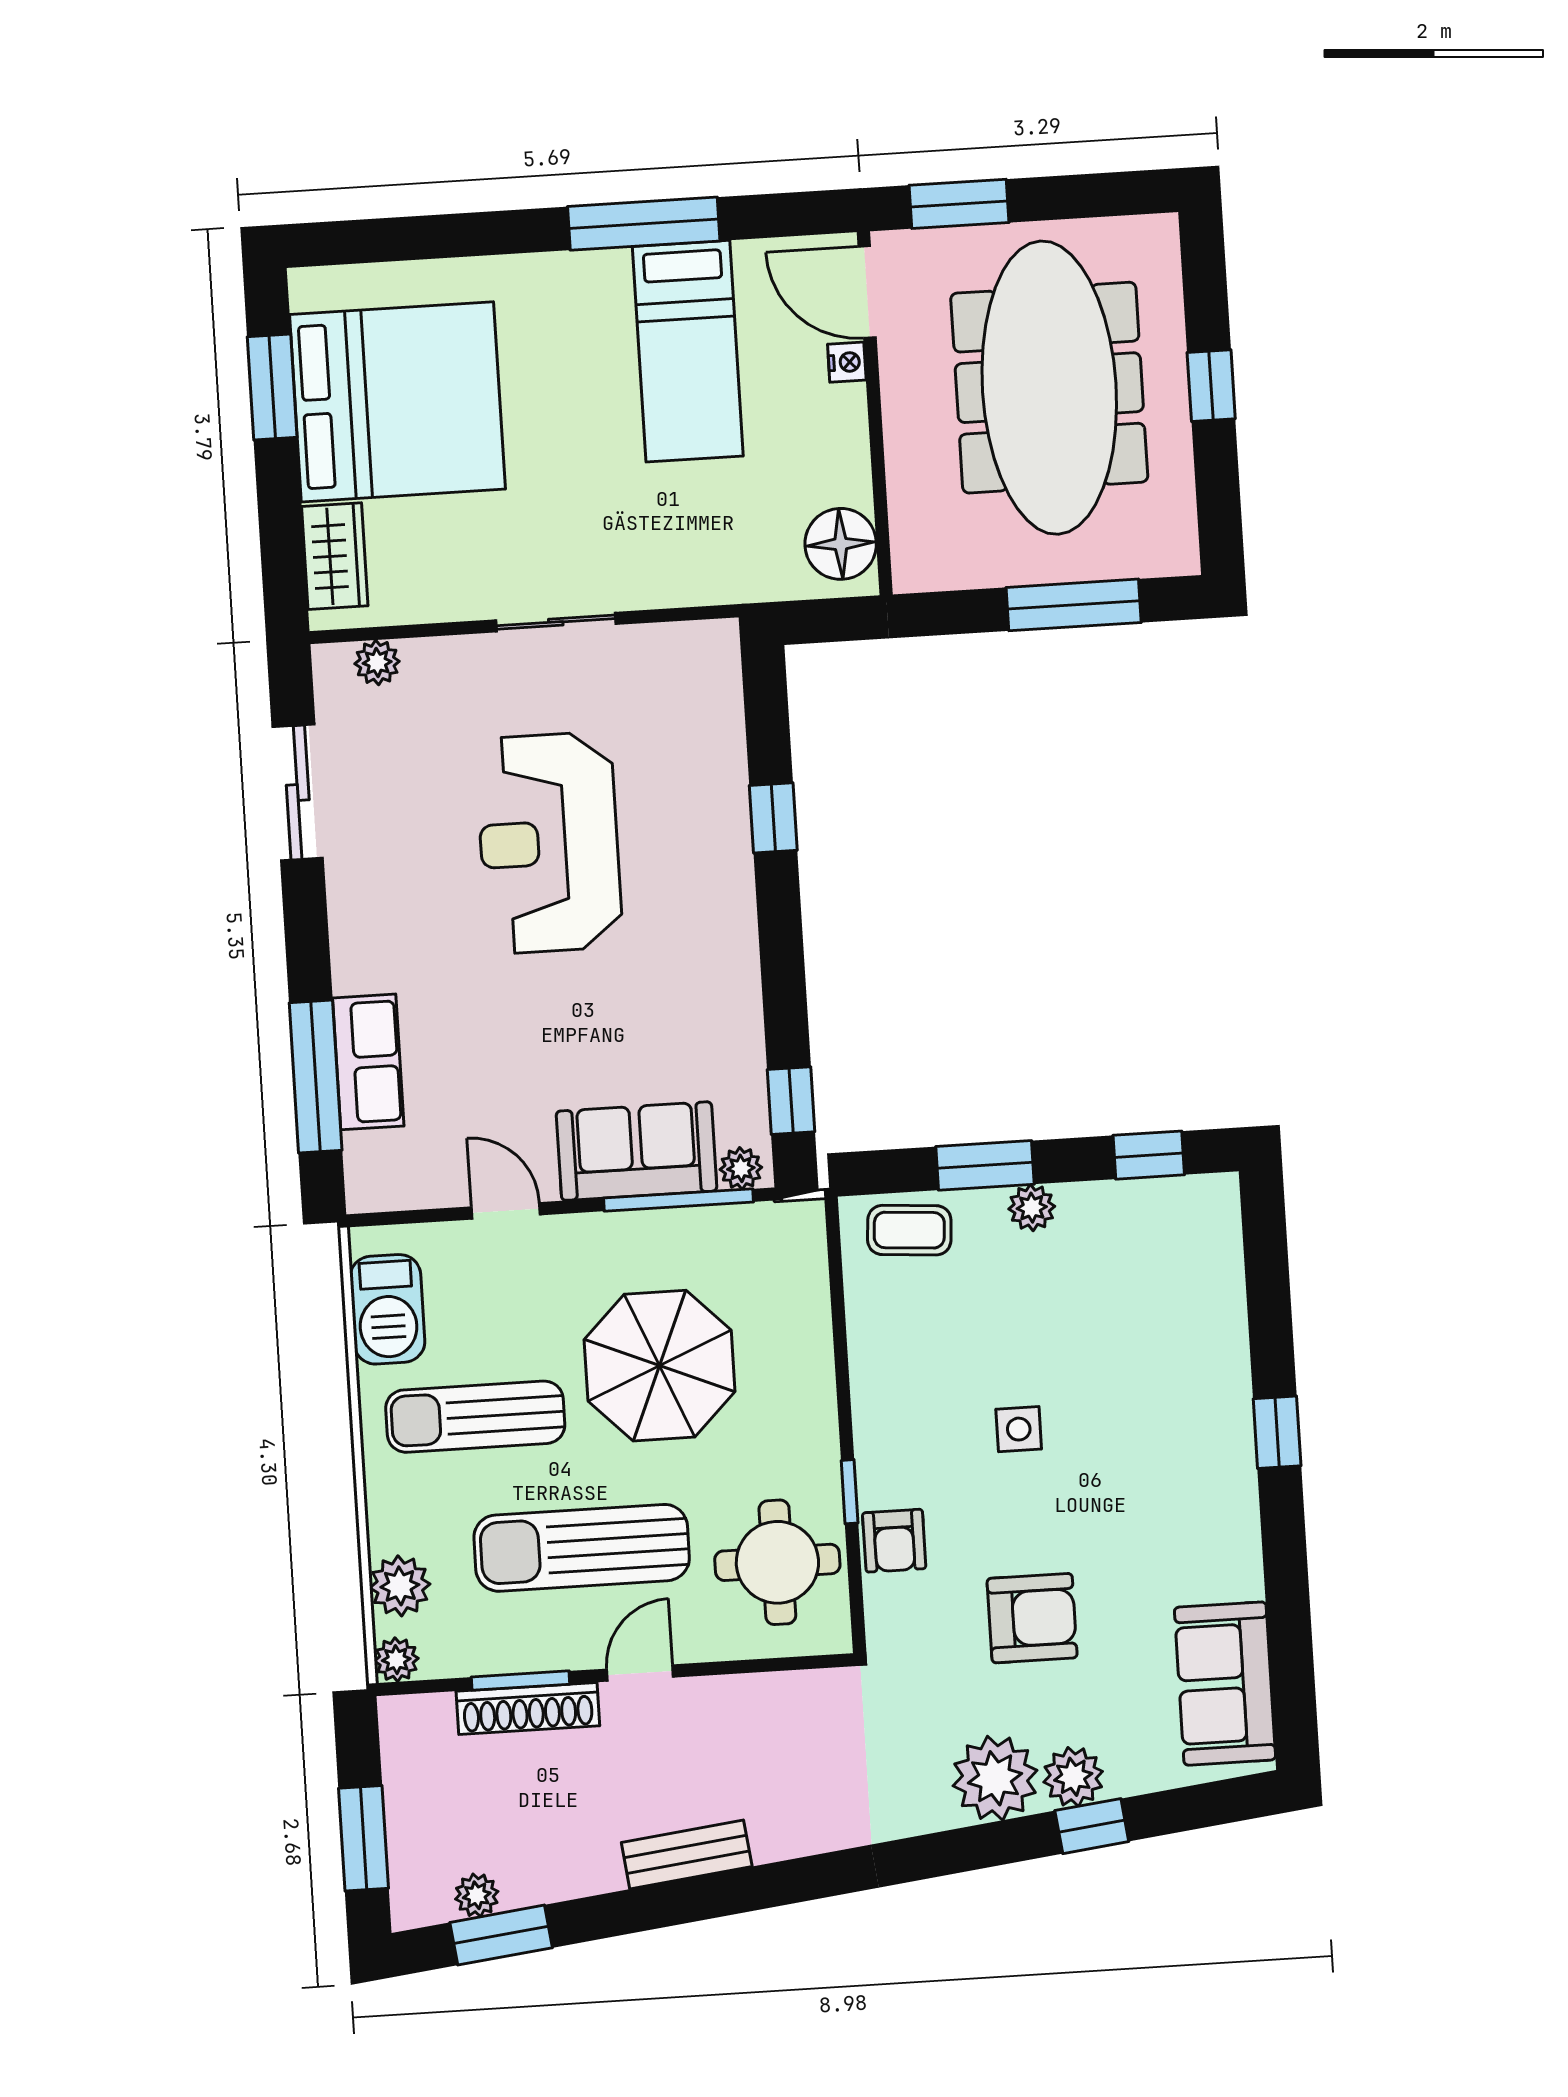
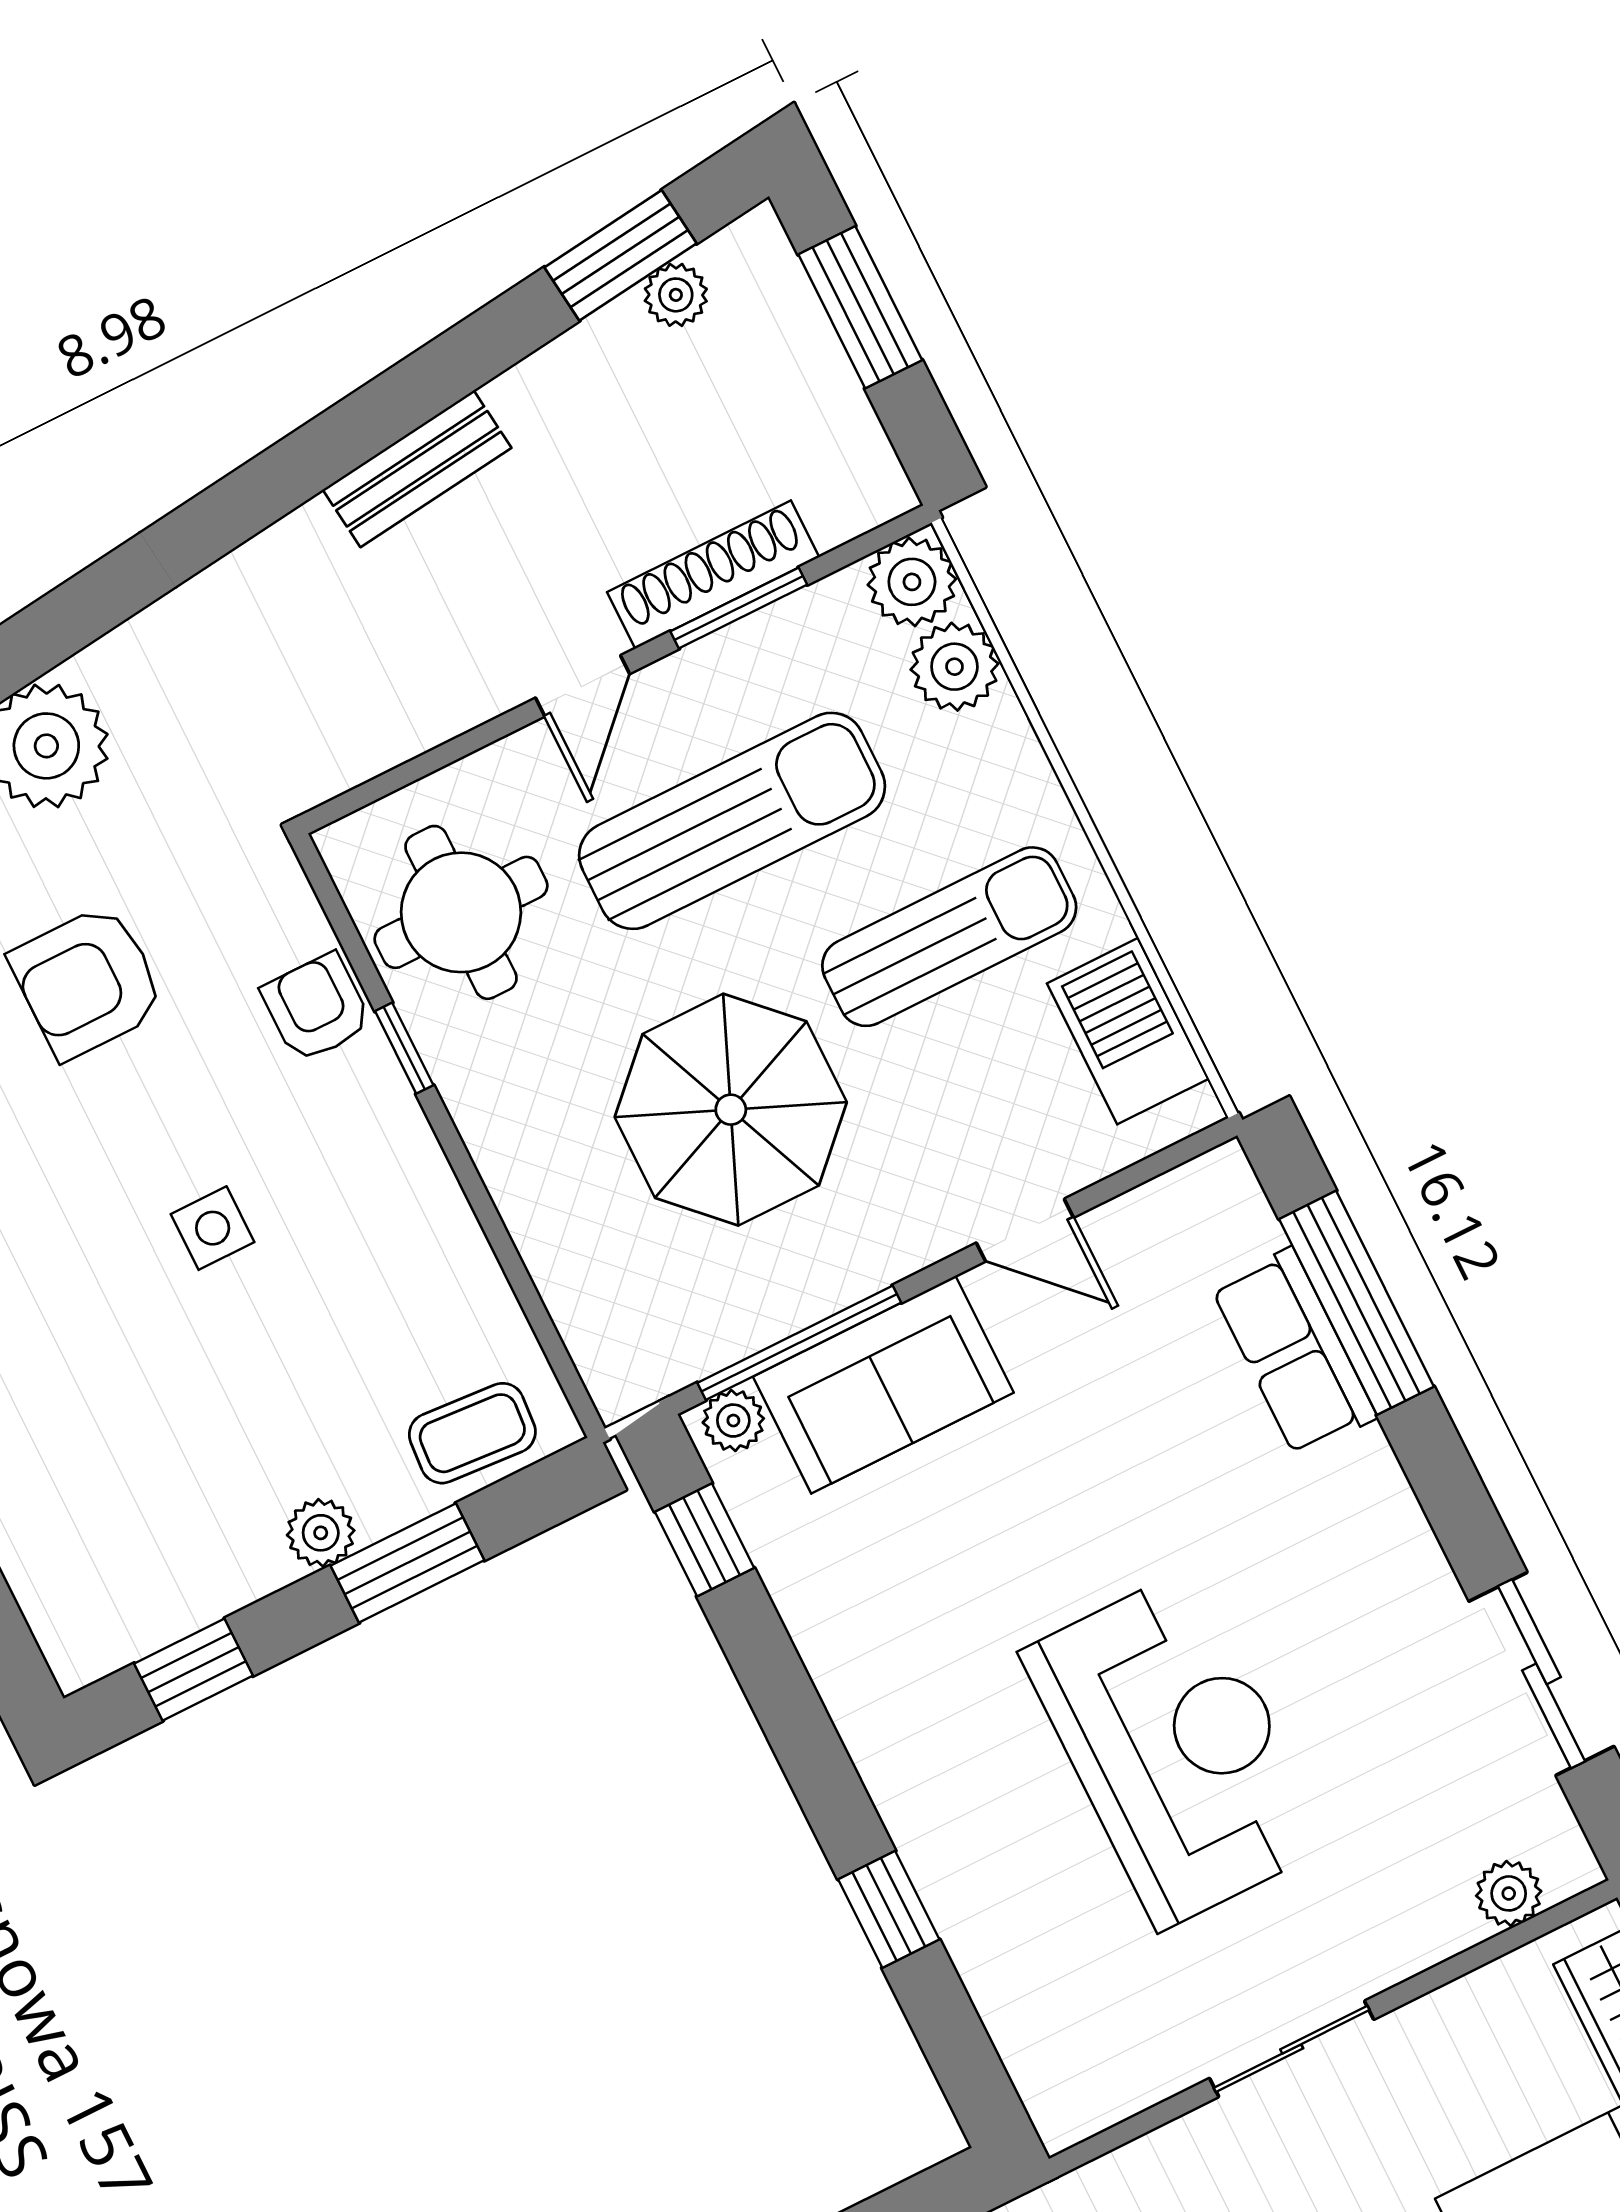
plant: (396, 1660) -> (912, 582), width x1.38, depth x1.38

